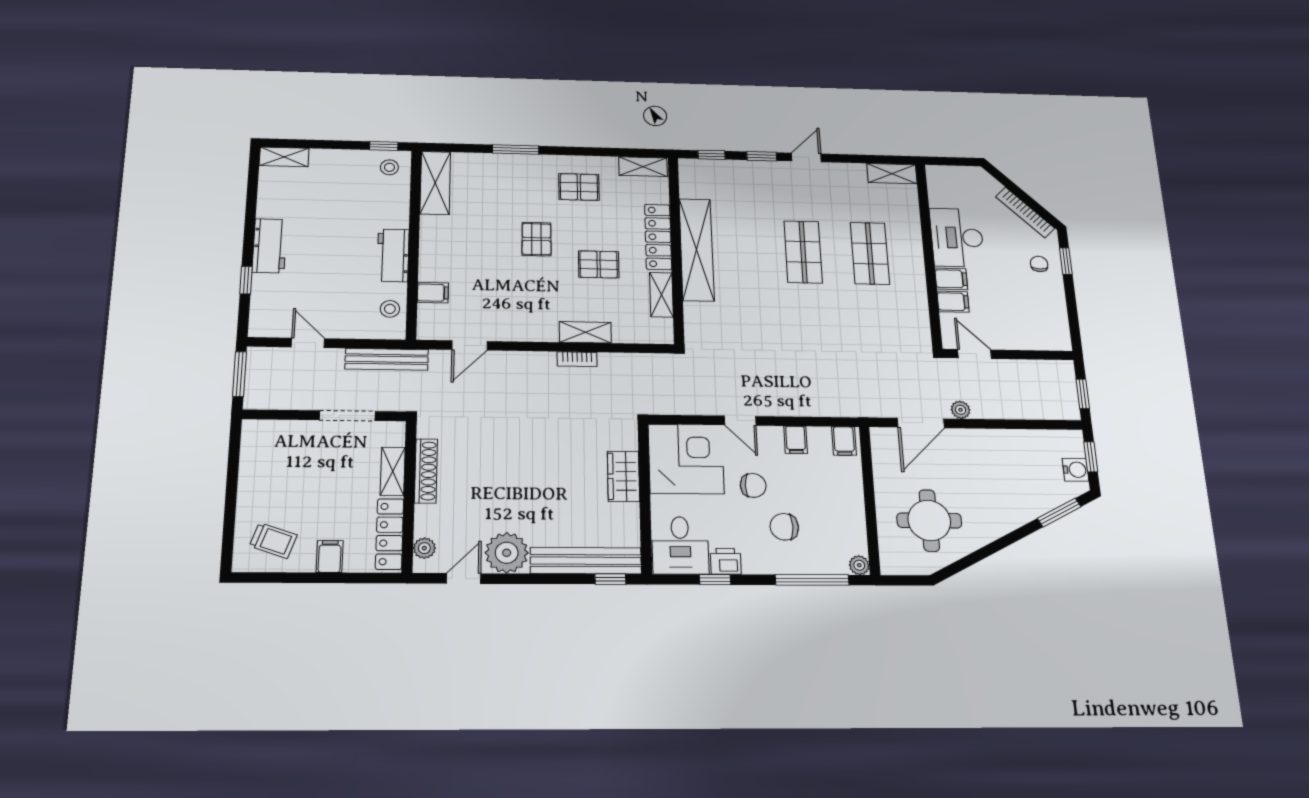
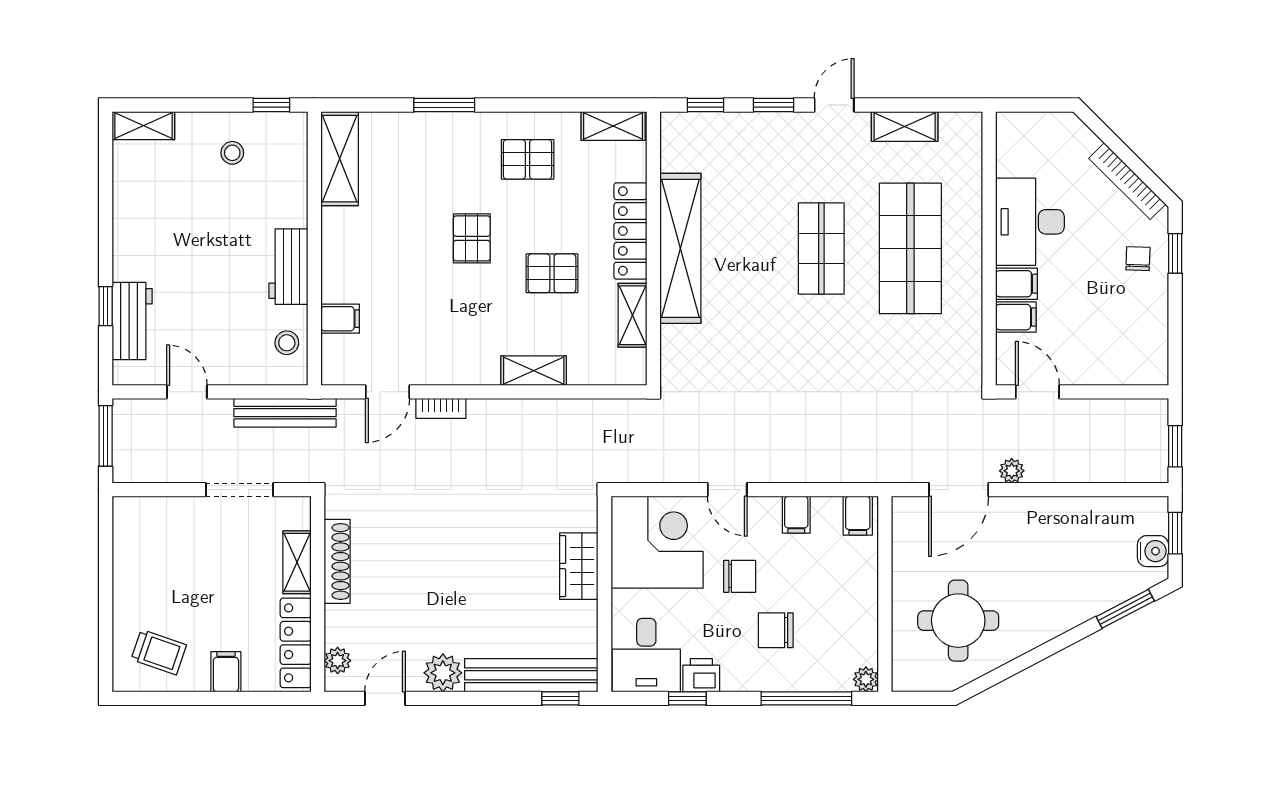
stool: (389, 167) -> (232, 153), moved
shelving: (892, 174) -> (905, 126), moved
workbench: (270, 246) -> (132, 321), moved
shop shelf: (870, 253) -> (910, 248), width x1.43, depth x1.36
bookcase: (577, 359) -> (441, 408), moved
plant: (507, 553) -> (443, 673), width x0.73, depth x0.73

